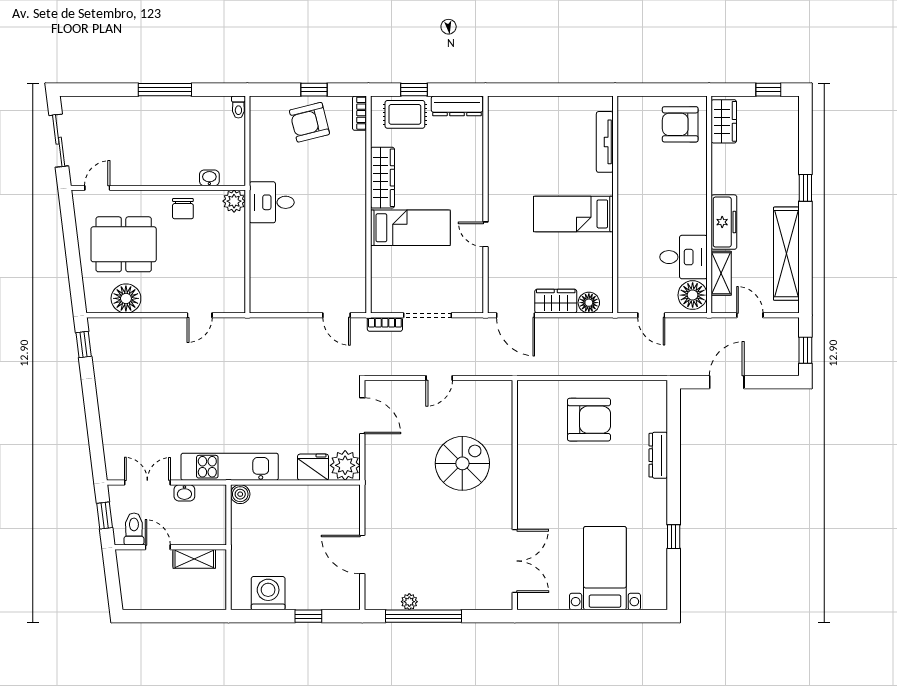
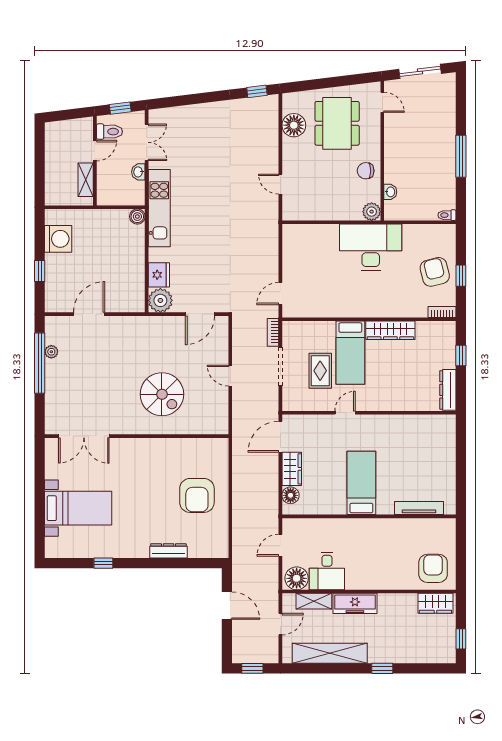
rug: (405, 114) -> (320, 371), moved
desk: (272, 202) -> (371, 247), width x1.87, depth x1.30

